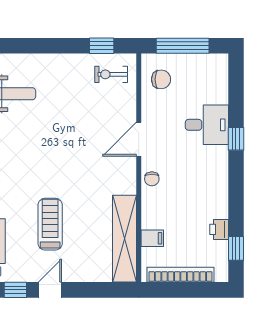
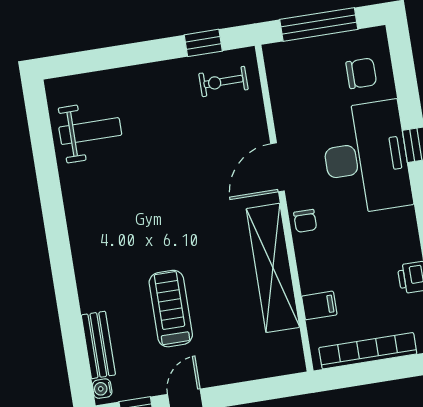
chair: (161, 79) -> (361, 73), moved
desk: (207, 125) -> (366, 158), width x1.87, depth x1.30
shelving: (125, 239) -> (273, 268), moved

